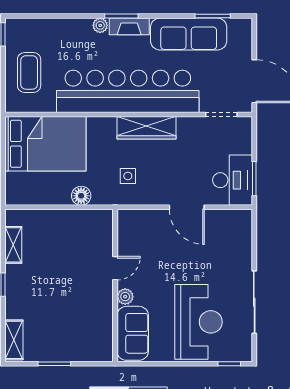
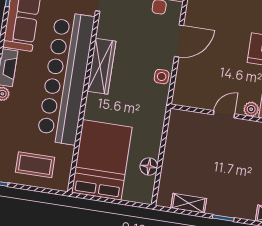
side table: (128, 176) -> (162, 77), moved
floor lamp: (81, 196) -> (149, 167), moved
door: (115, 268) -> (224, 114), hinge flipped

